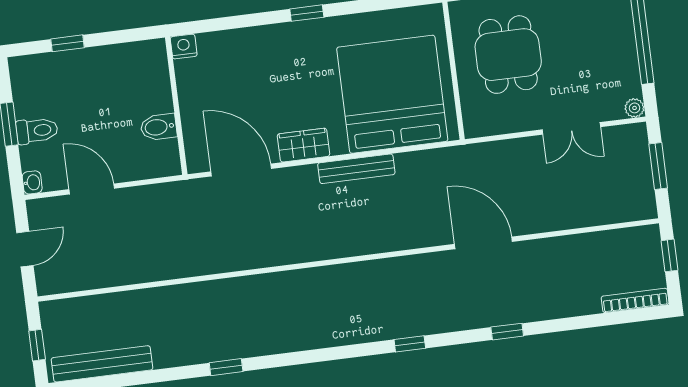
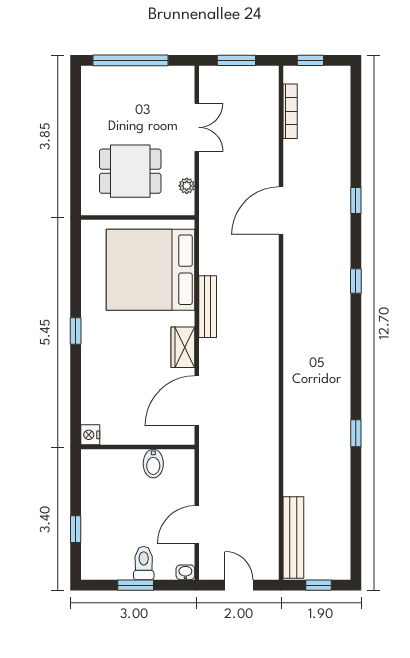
plant: (635, 108) -> (187, 186), moved
bookcase: (635, 300) -> (290, 111), moved, turned 180
bench: (102, 364) -> (293, 538), moved

